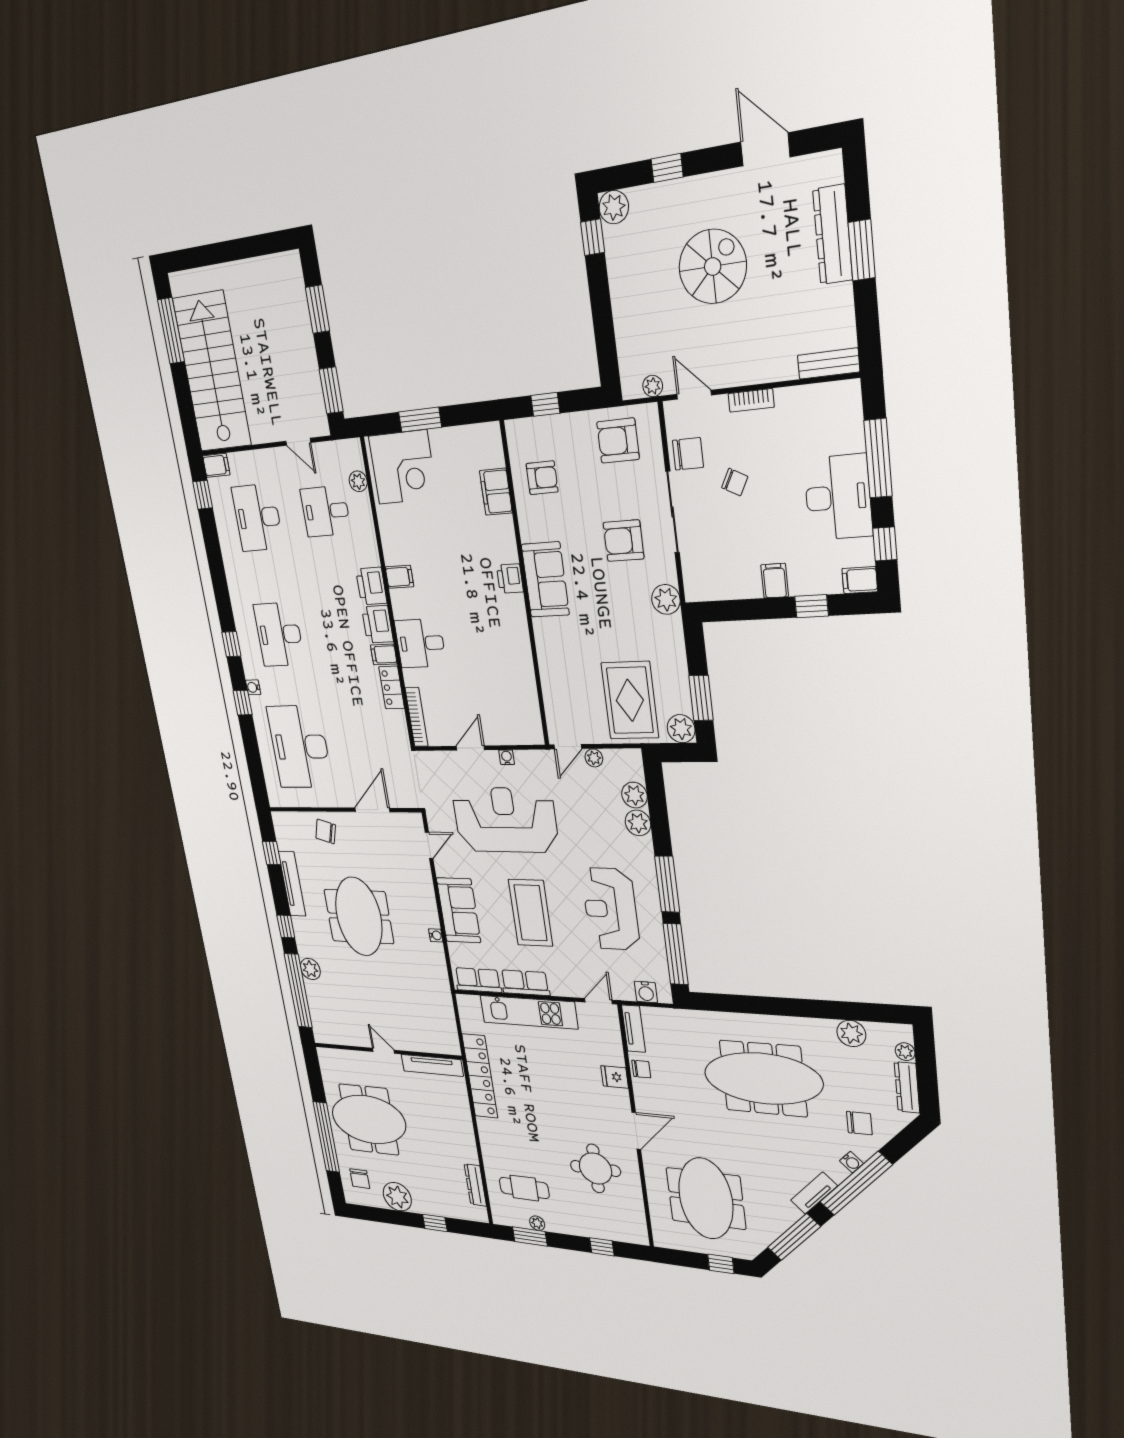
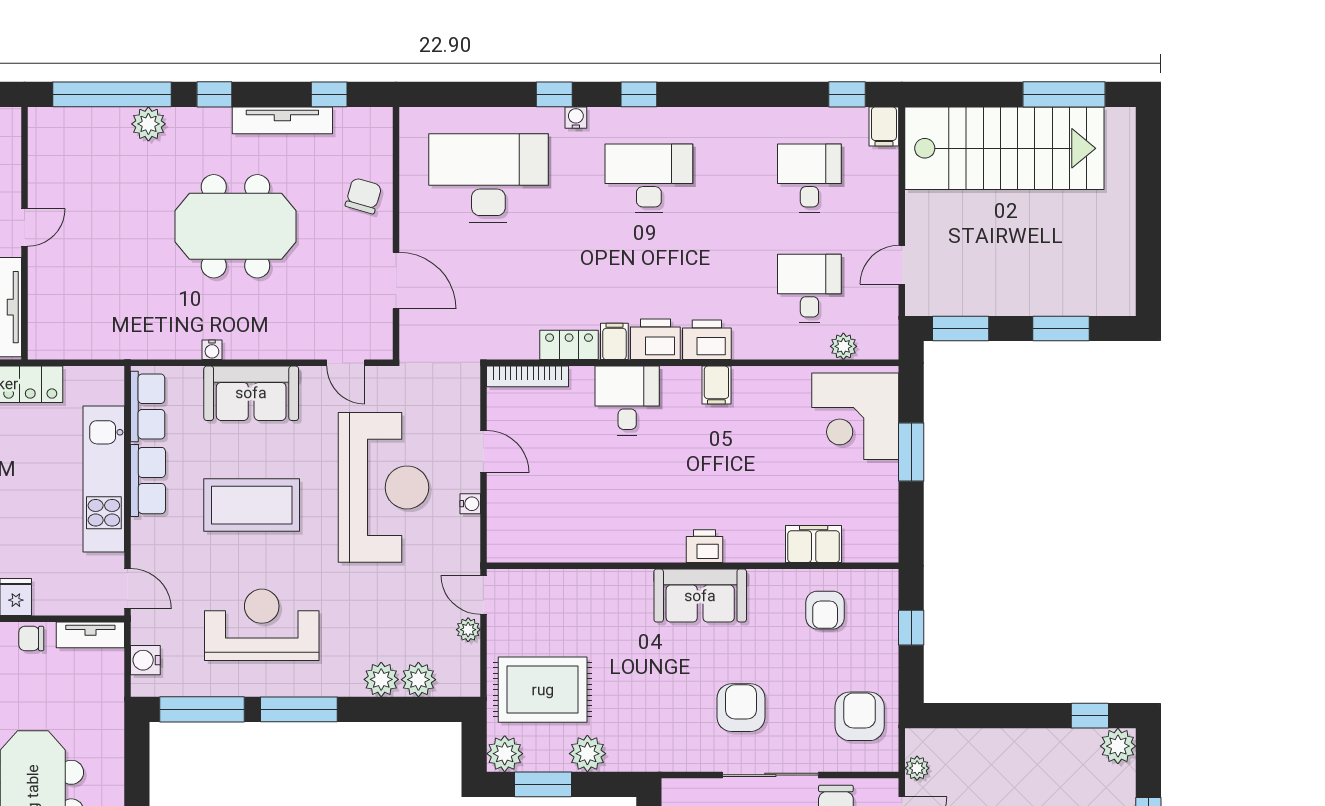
desk: (258, 518) -> (809, 178), width x0.73
plant: (666, 599) -> (587, 754), moved
chair: (641, 1069) -> (31, 638), turned 90

